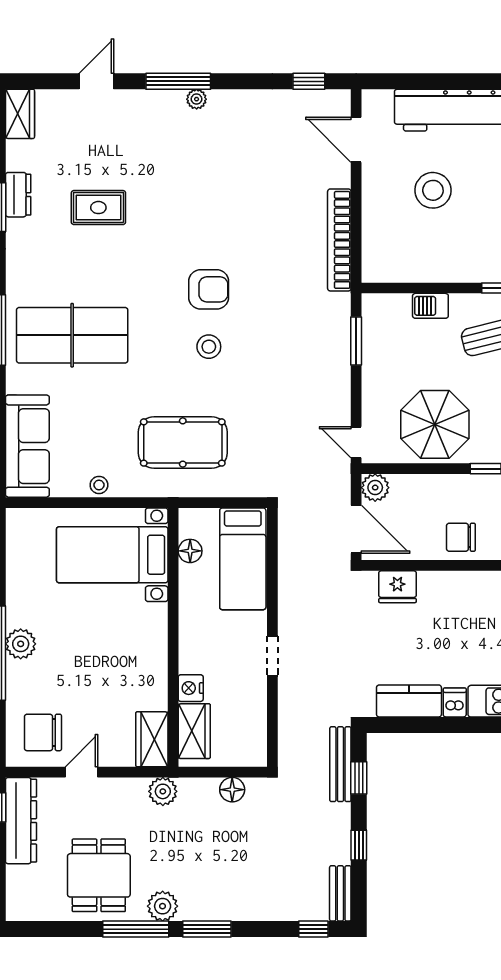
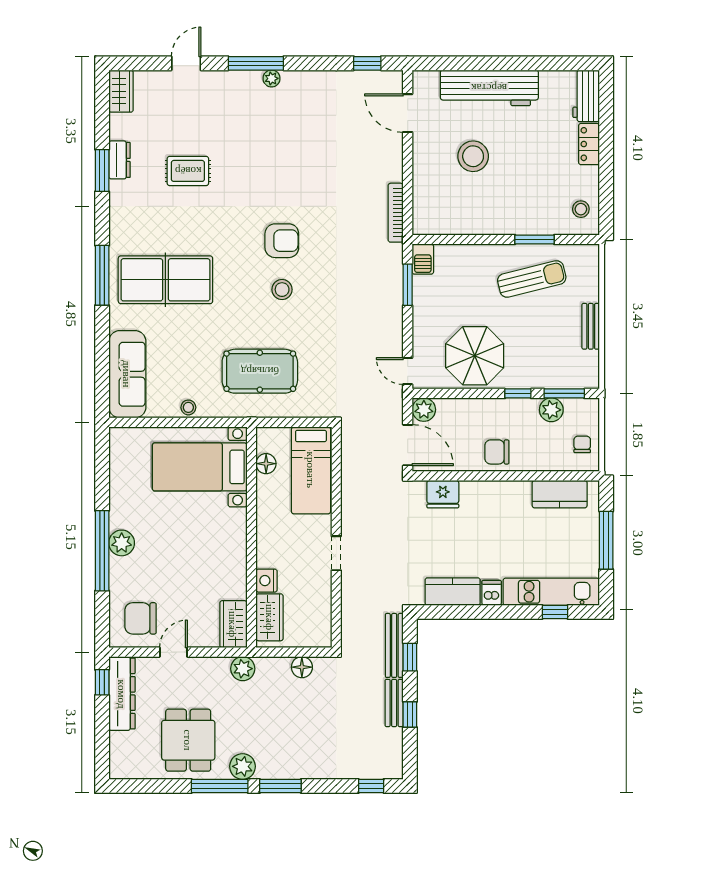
bookcase: (339, 240) -> (396, 213), width x0.68, depth x0.76
barbecue: (430, 306) -> (423, 259), moved, turned -90
bench: (340, 893) -> (394, 703), moved

